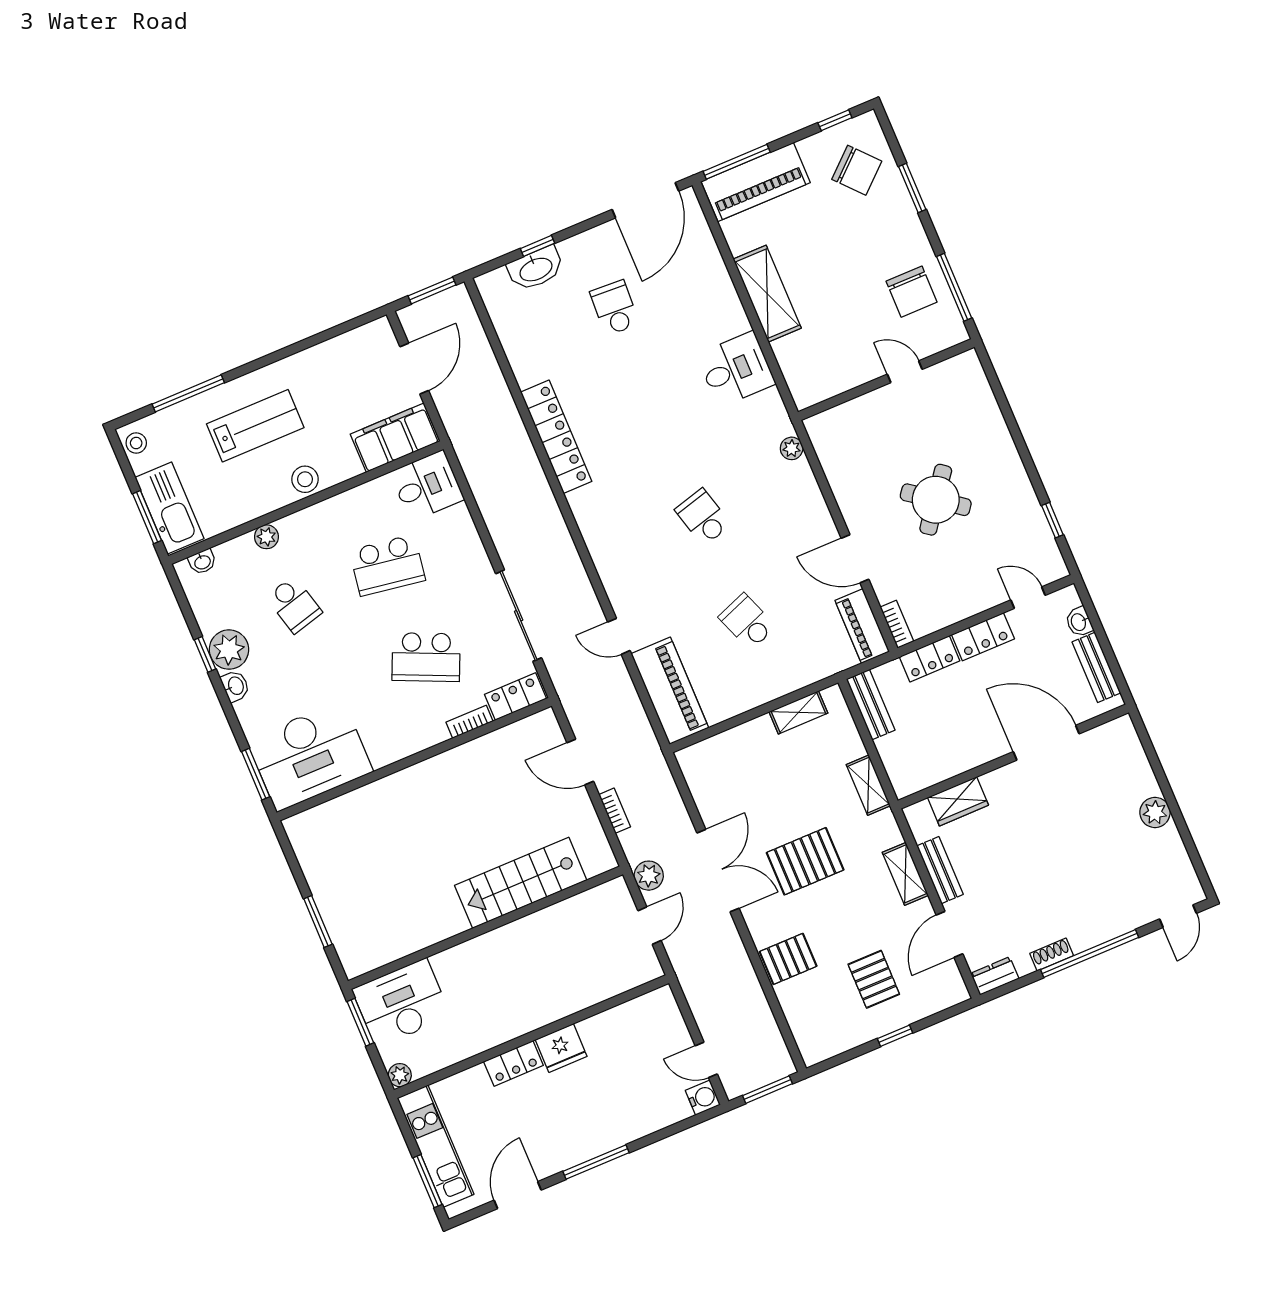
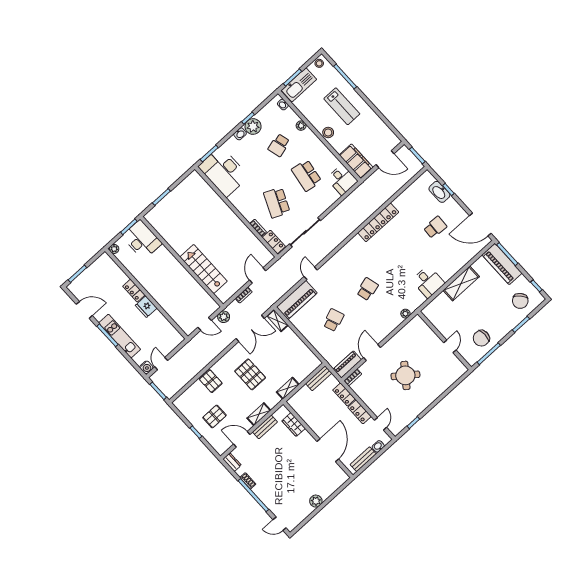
shelving: (798, 712) -> (277, 321), moved
double door: (718, 871) -> (250, 328), moved
kitchen unit: (435, 1146) -> (120, 336), moved, turned -90

